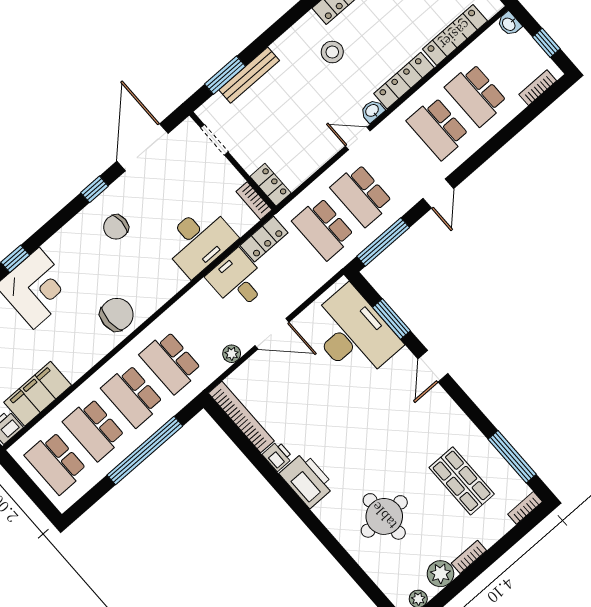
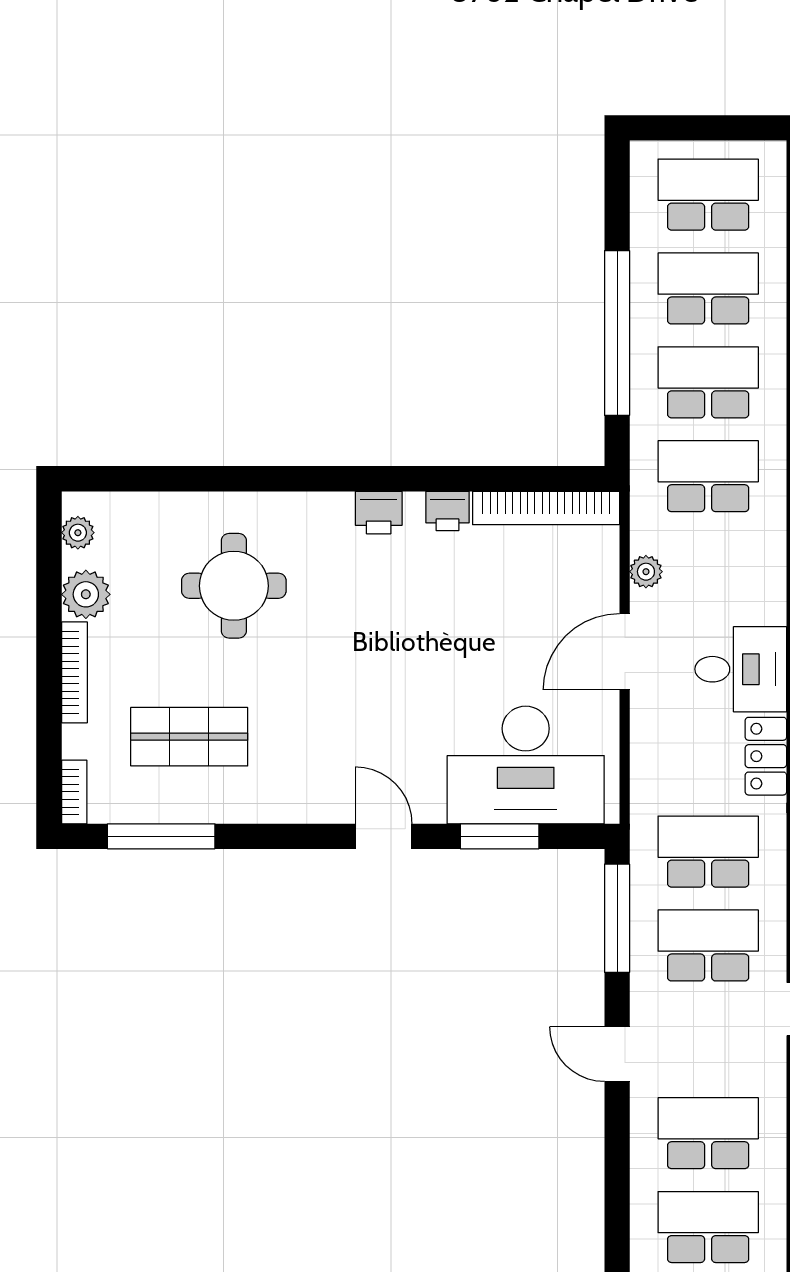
printer: (307, 480) -> (379, 513), width x0.53, depth x0.68
bookcase: (469, 557) -> (74, 672), width x1.56

